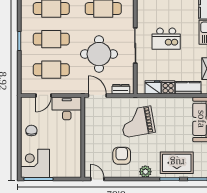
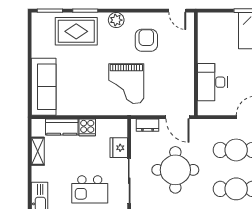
kitchen island: (166, 39) -> (90, 189), turned 180
fridge: (153, 87) -> (119, 148), moved, turned 90
desk: (67, 108) -> (212, 82), moved, turned 90
grand piano: (137, 122) -> (126, 84), turned 100
armchair: (122, 156) -> (146, 40), turned 180

